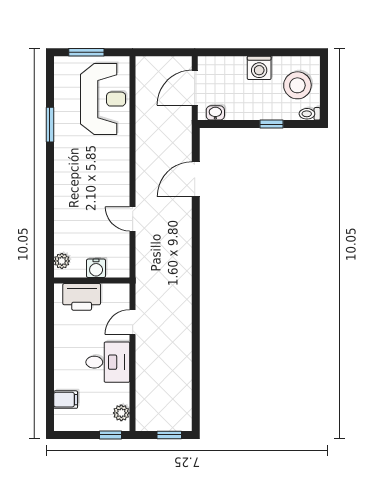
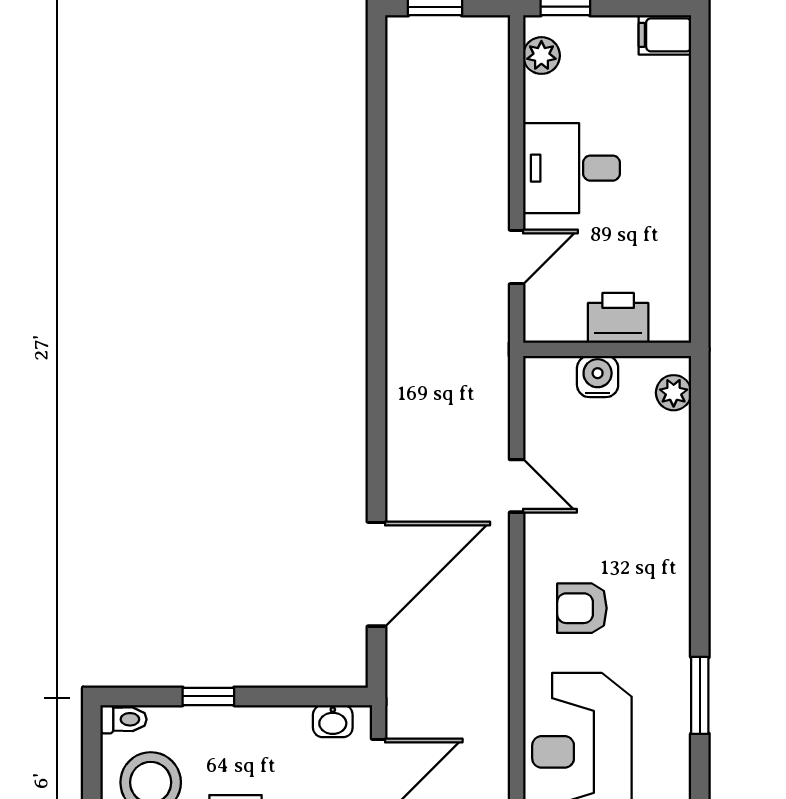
armchair: (103, 164) -> (582, 608), added
door: (196, 179) -> (376, 574), width x1.36
printer: (82, 297) -> (618, 318), width x0.73, depth x0.84
filing cabinet: (66, 400) -> (665, 35), moved

